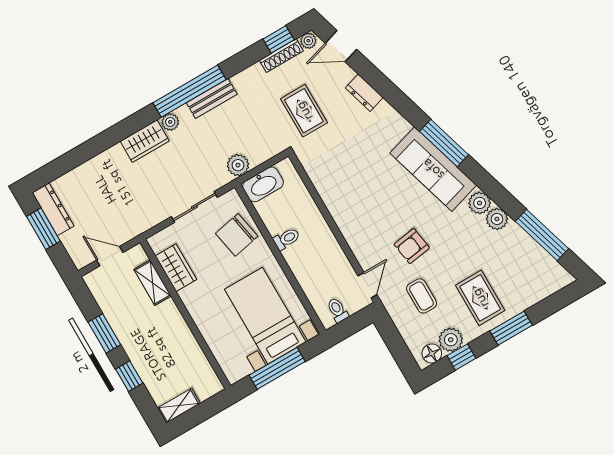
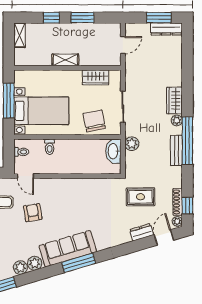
dresser: (364, 93) -> (142, 232), moved
toilet: (287, 239) -> (50, 147), moved
shelving: (153, 283) -> (65, 60), moved

